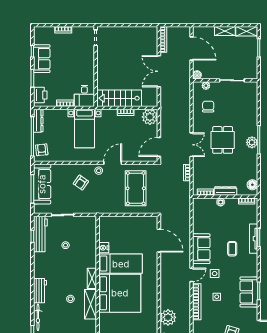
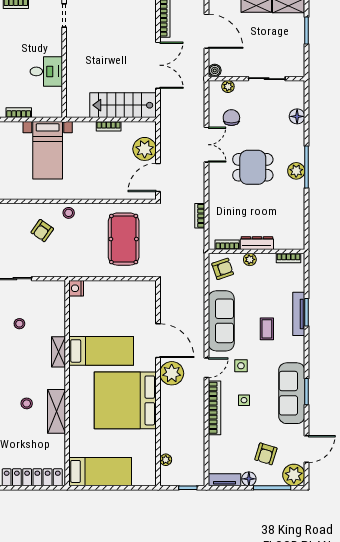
double door: (159, 71) -> (158, 65), swing flipped
desk: (84, 96) -> (46, 71), moved, turned -90
stairs: (119, 98) -> (123, 105), moved
plant: (150, 117) -> (145, 149), moved
dining table: (223, 140) -> (253, 167), turned 90
double door: (191, 145) -> (207, 145), moved
door: (113, 163) -> (89, 201), removed
floor lamp: (252, 185) -> (297, 116), moved
armchair: (202, 208) -> (223, 269), added
door: (159, 241) -> (158, 341), moved
nightstand: (104, 248) -> (76, 288), moved
sofa: (201, 249) -> (221, 321), width x1.36
shelving: (92, 278) -> (59, 352), moved
sofa: (249, 292) -> (292, 393), width x1.36
bed: (120, 293) -> (125, 400), moved, turned 180
plant: (168, 317) -> (172, 373), moved

